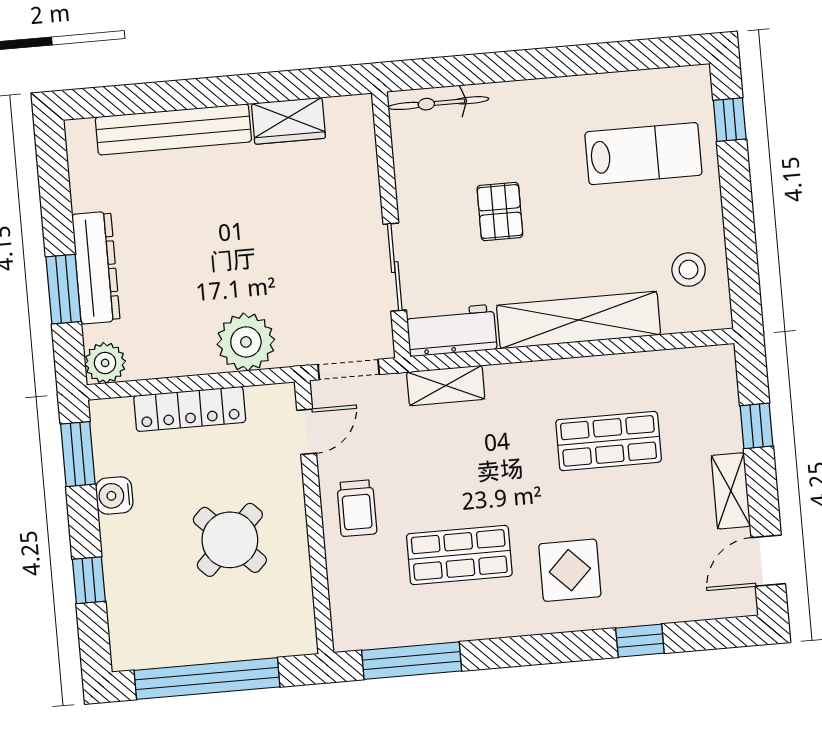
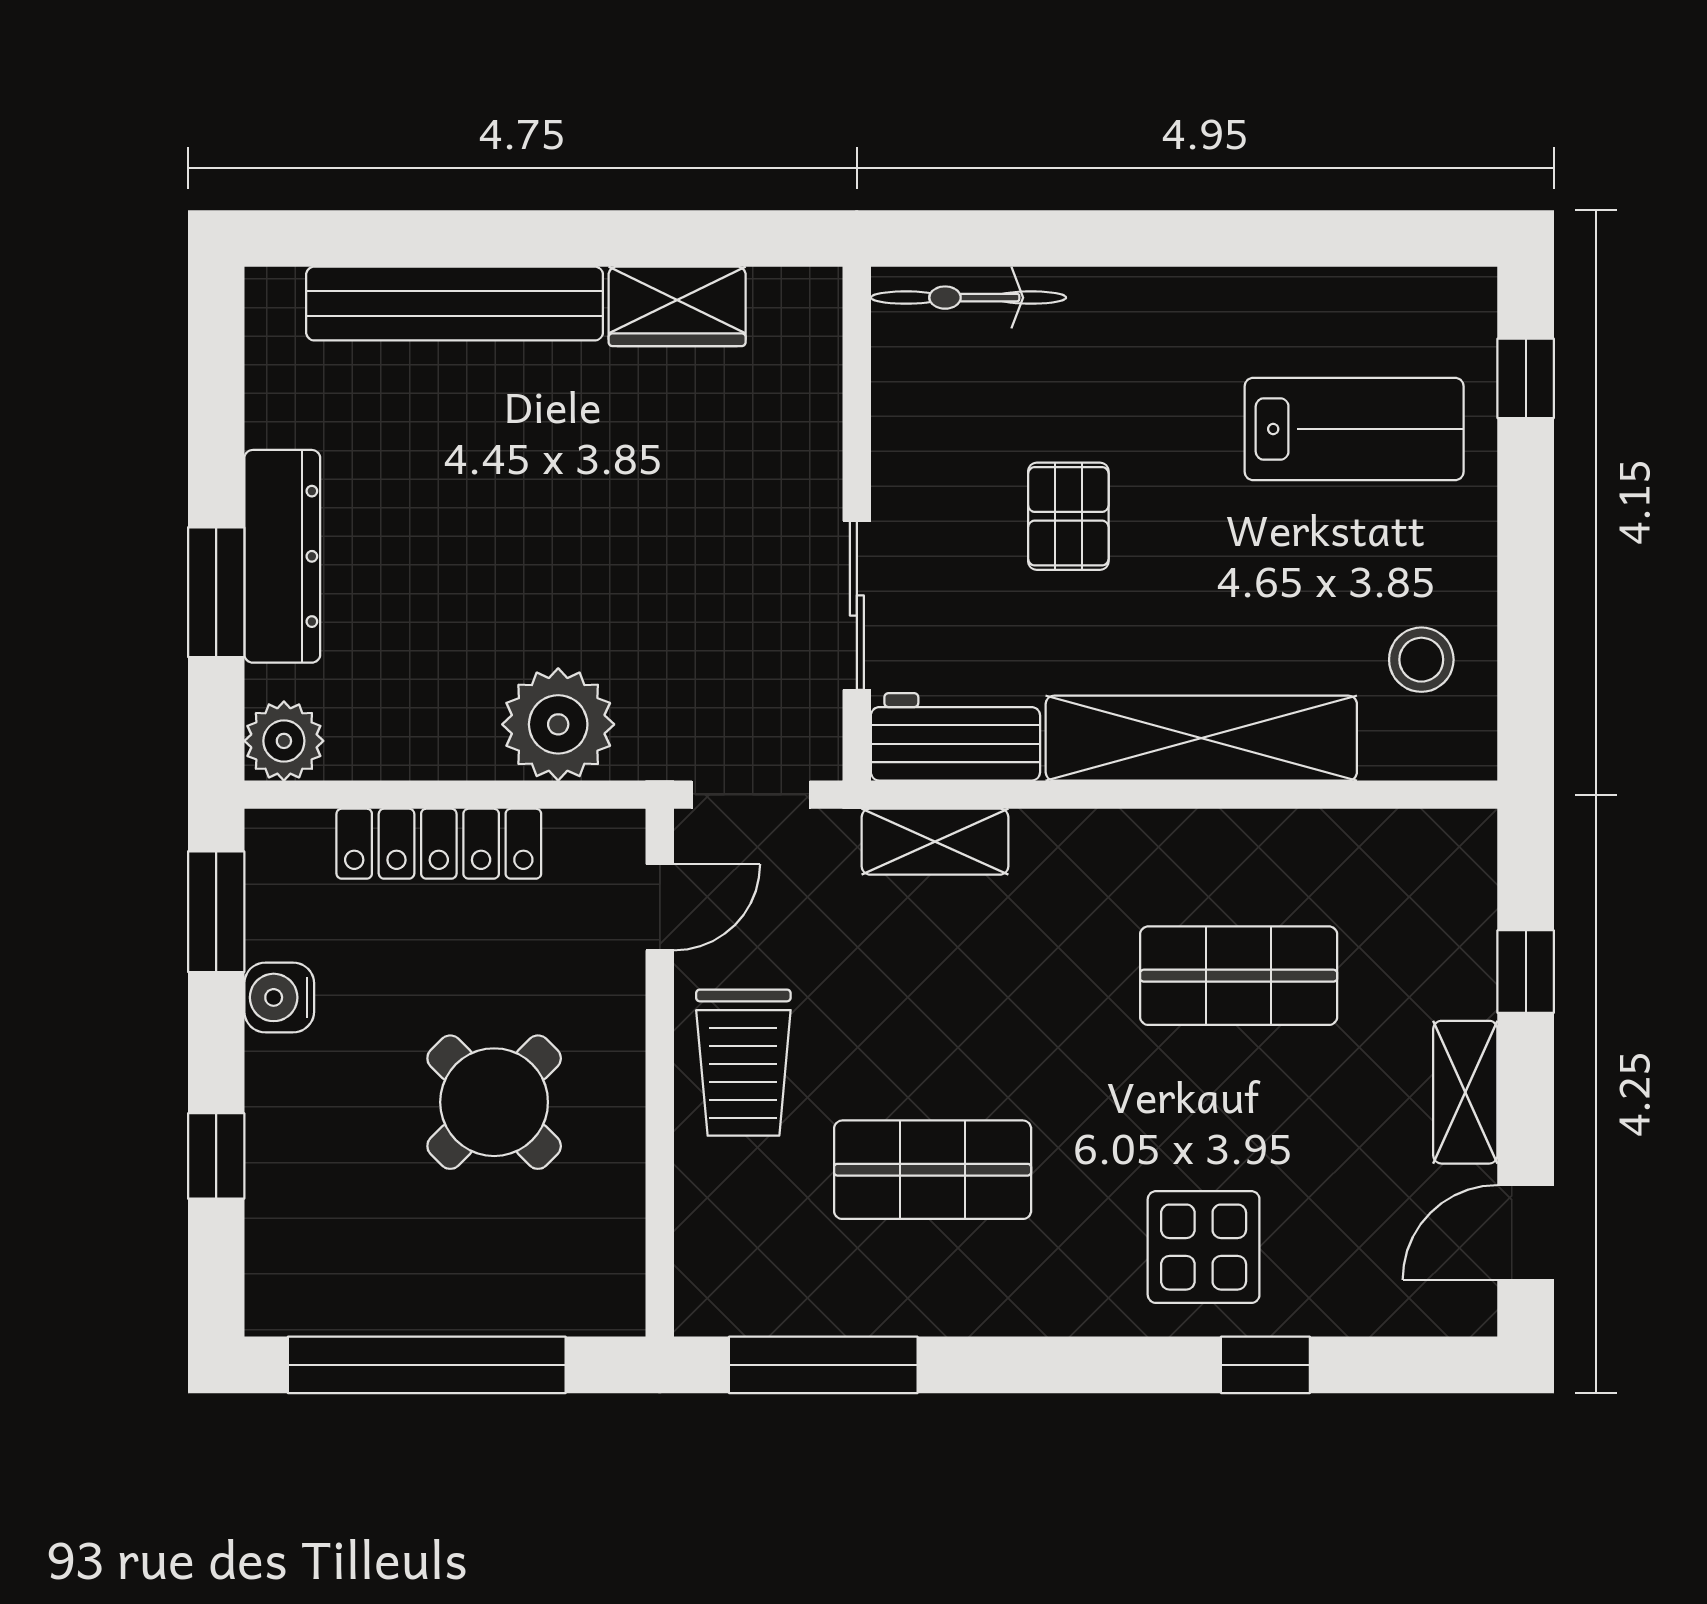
trolley: (357, 508) -> (743, 1063), width x1.36, depth x1.39
display table: (570, 570) -> (1204, 1247), moved

